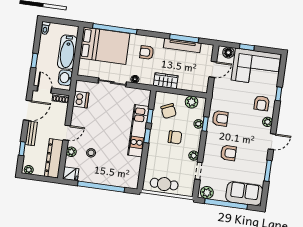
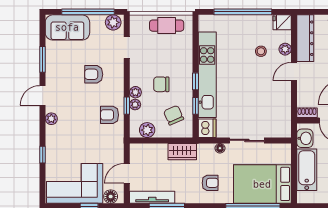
tv unit: (182, 46) -> (152, 197), moved
dishwasher: (81, 100) -> (207, 128), moved, turned 180
armchair: (262, 103) -> (62, 140), removed
kitchen unit: (138, 131) -> (207, 75), width x1.36
plant: (194, 156) -> (135, 92), moved

